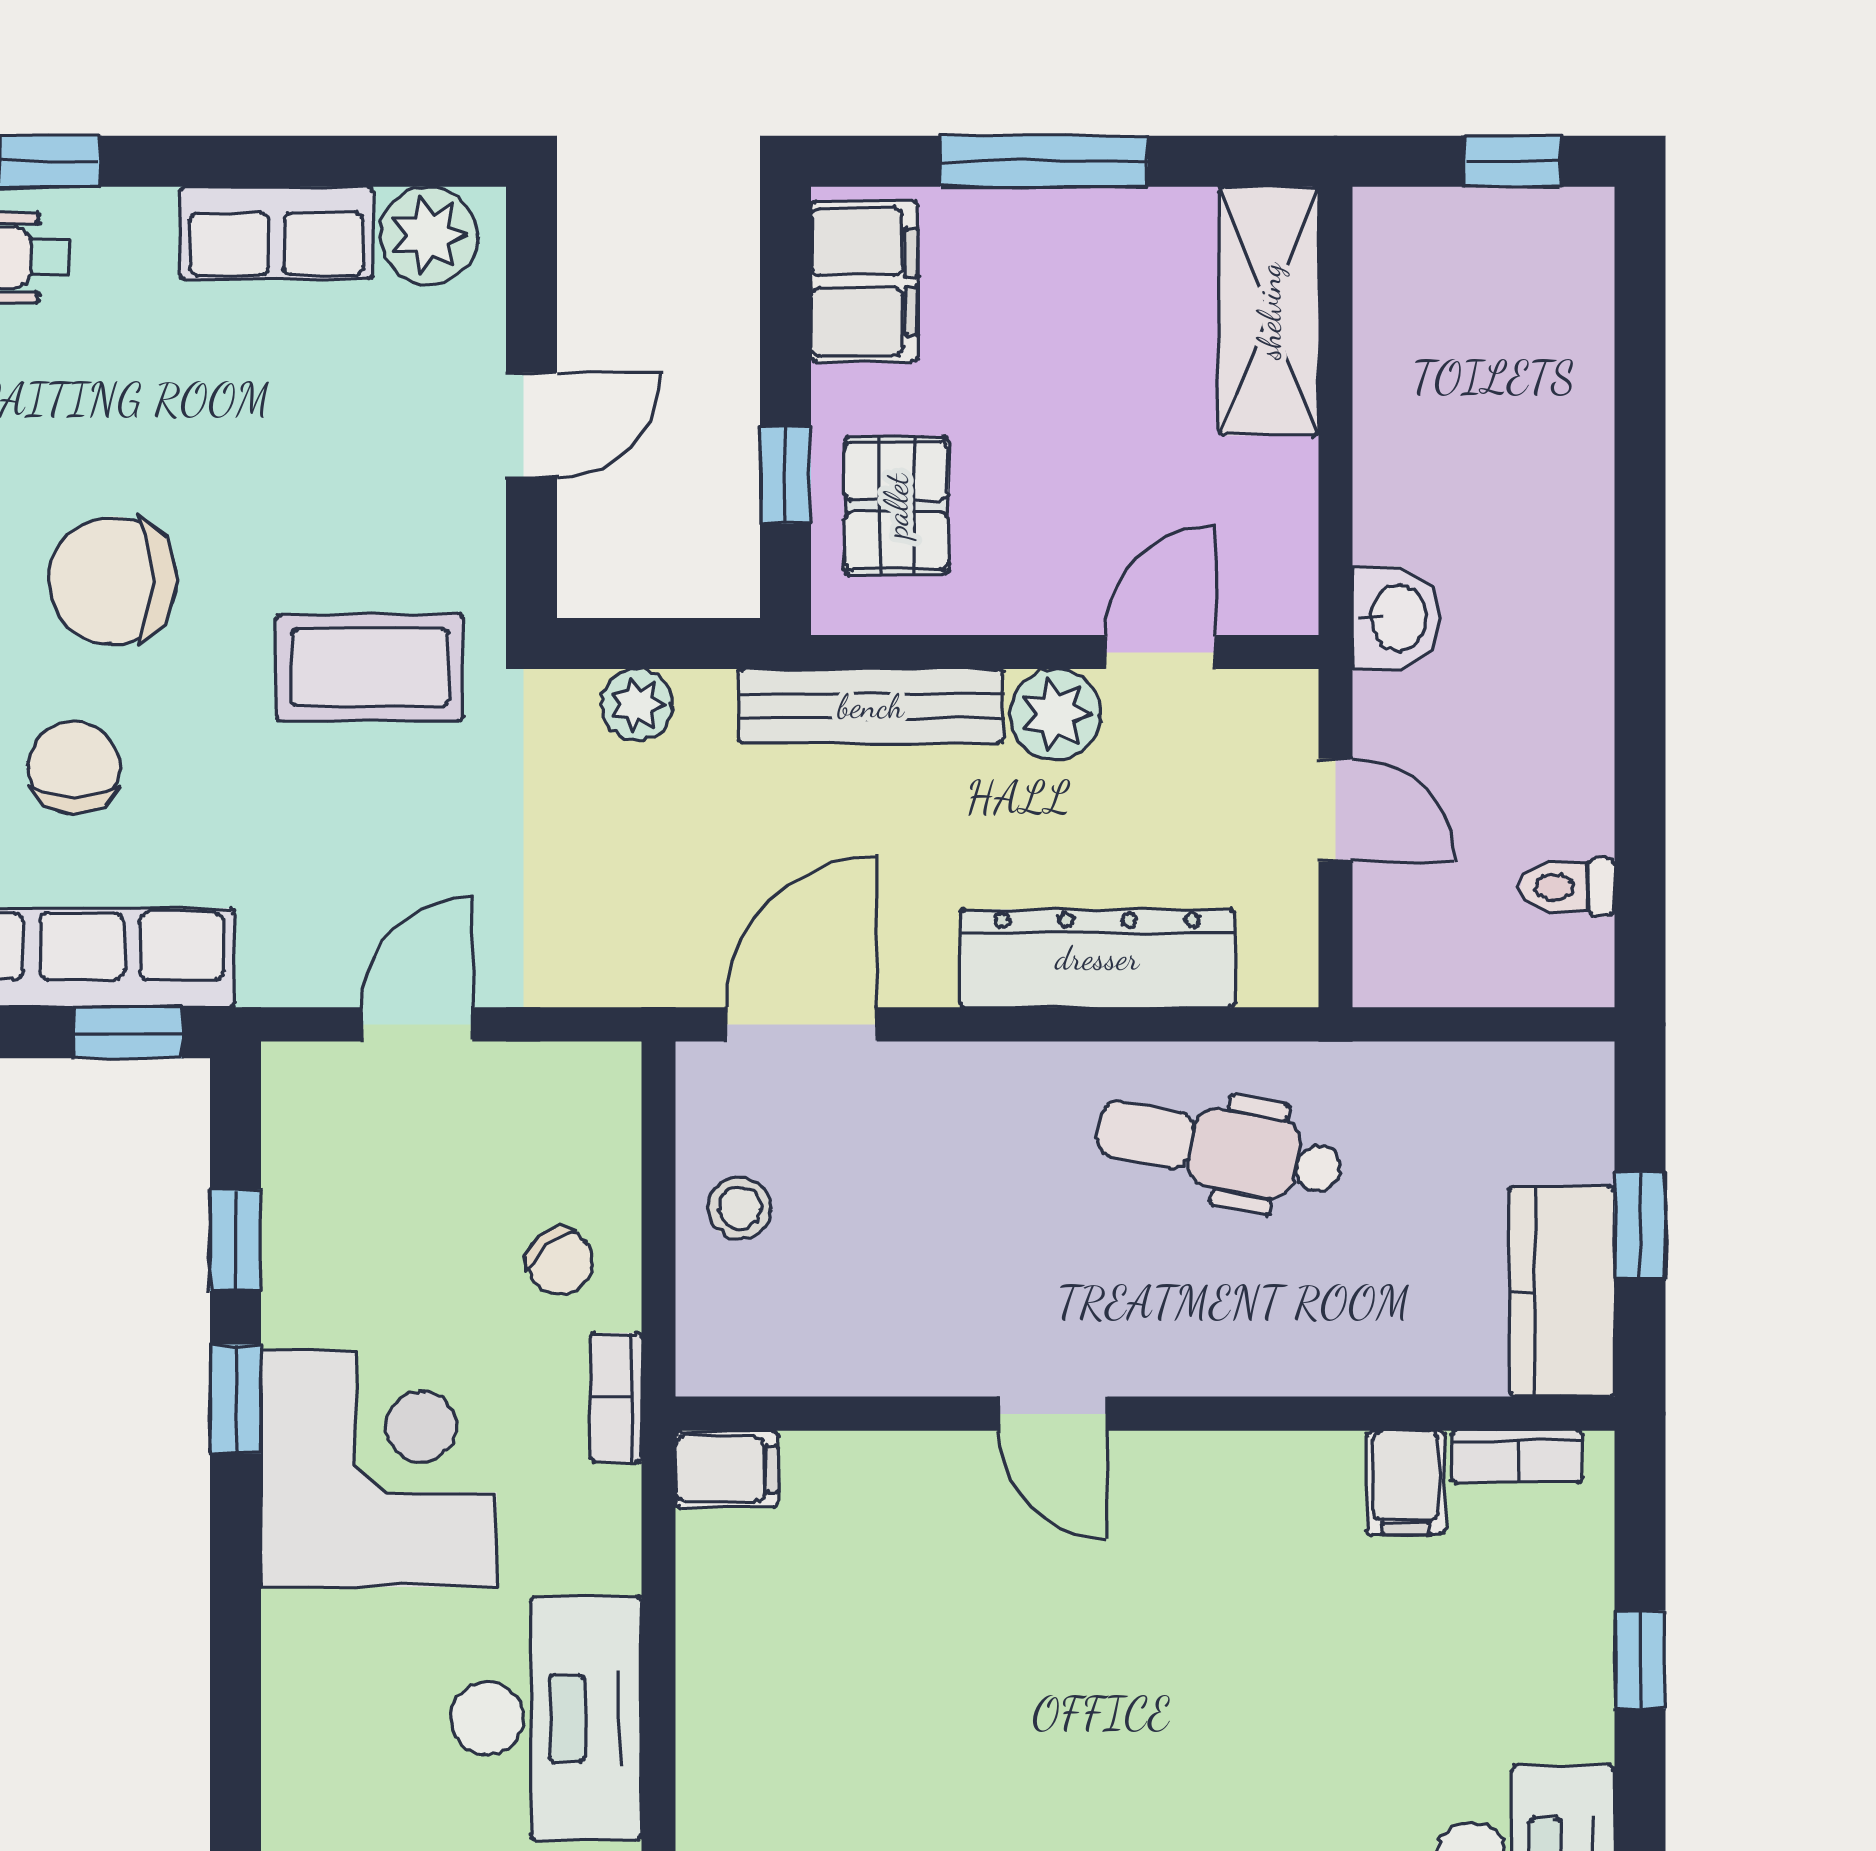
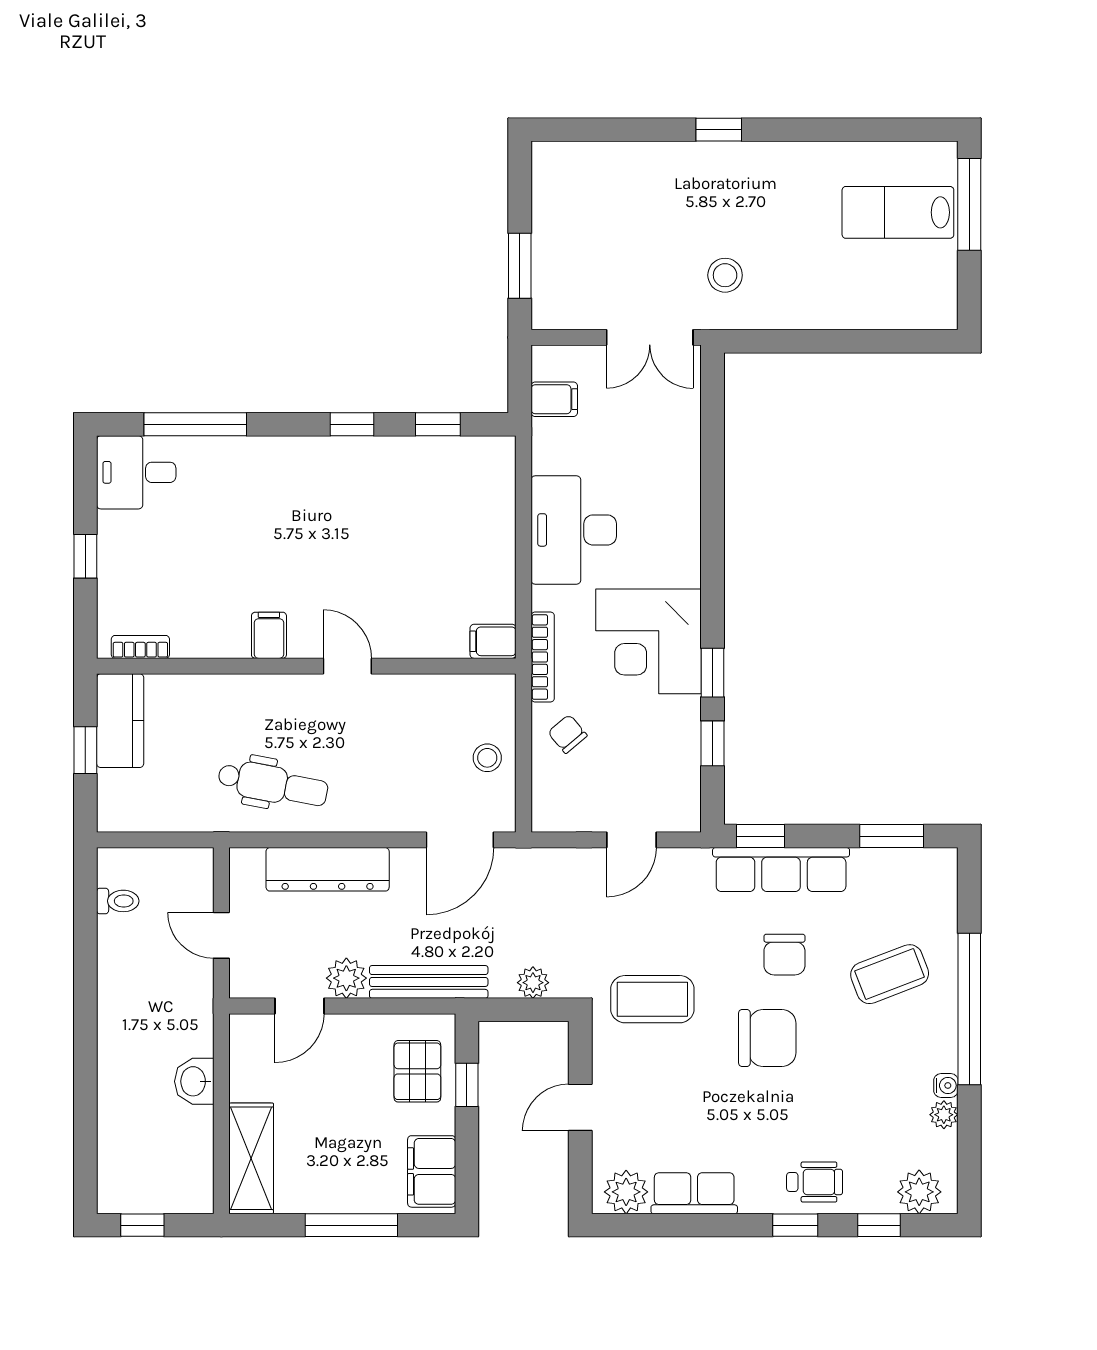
washbasin: (1396, 618) -> (194, 1081), moved
bookcase: (616, 1397) -> (543, 657), width x1.56
filing cabinet: (1406, 1483) -> (269, 635), moved

